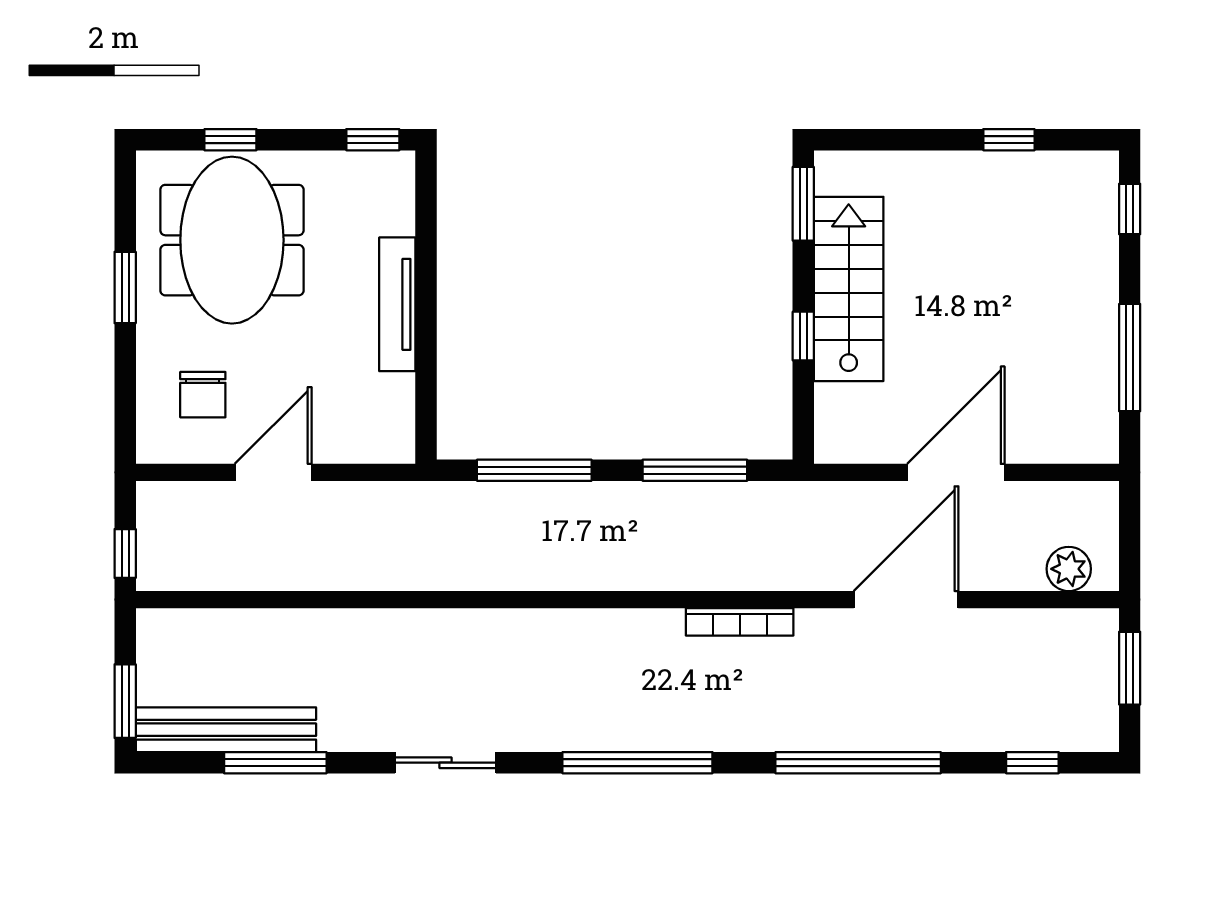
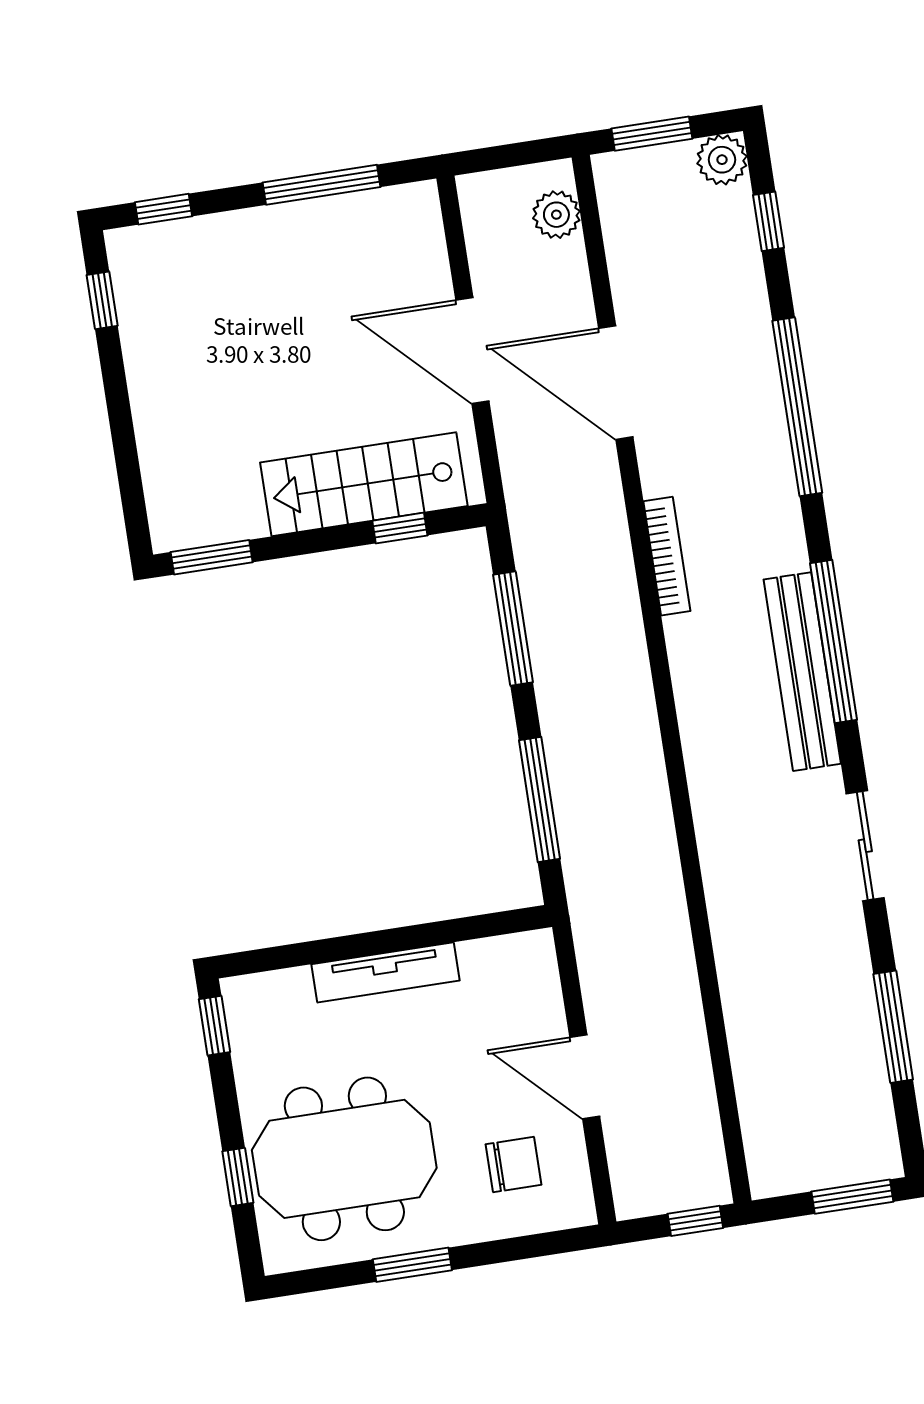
window: (1009, 140) -> (102, 300), moved
stairs: (849, 289) -> (364, 484), moved
window: (803, 336) -> (400, 528), moved
plant: (1096, 729) -> (722, 160), added
bench: (226, 730) -> (802, 672), moved

